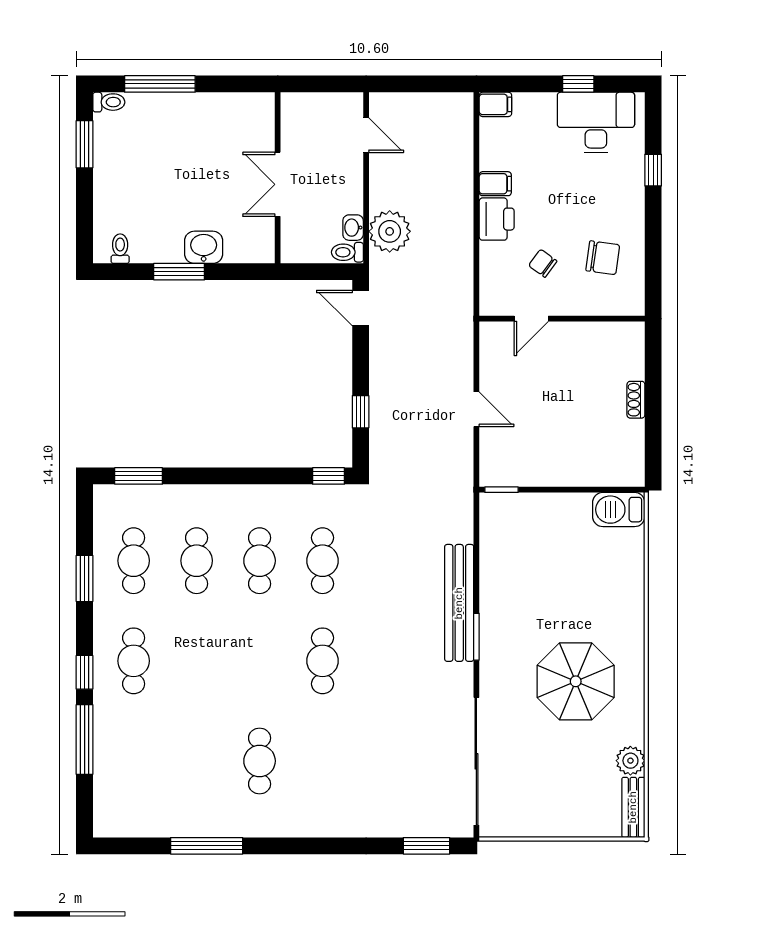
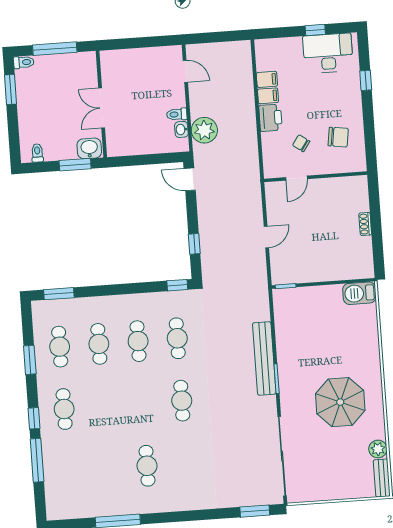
filing cabinet: (495, 104) -> (267, 79), moved
wall: (278, 178) -> (101, 104), moved
double door: (278, 184) -> (102, 108), moved
toilet: (347, 252) -> (177, 114), moved
door: (476, 409) -> (266, 237), hinge flipped

